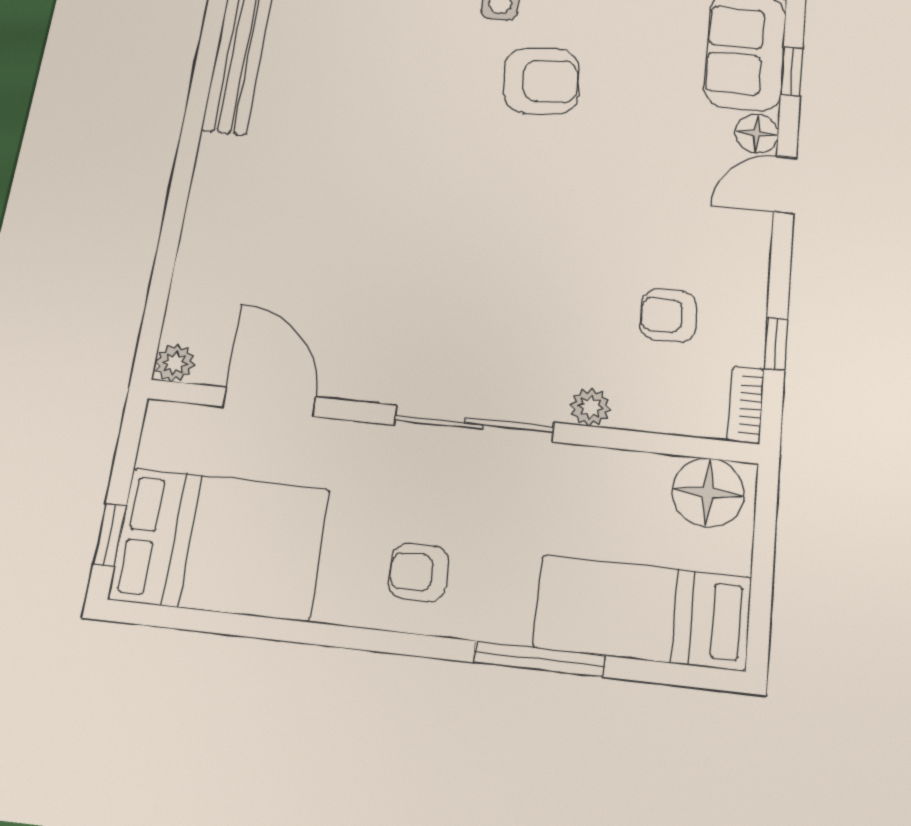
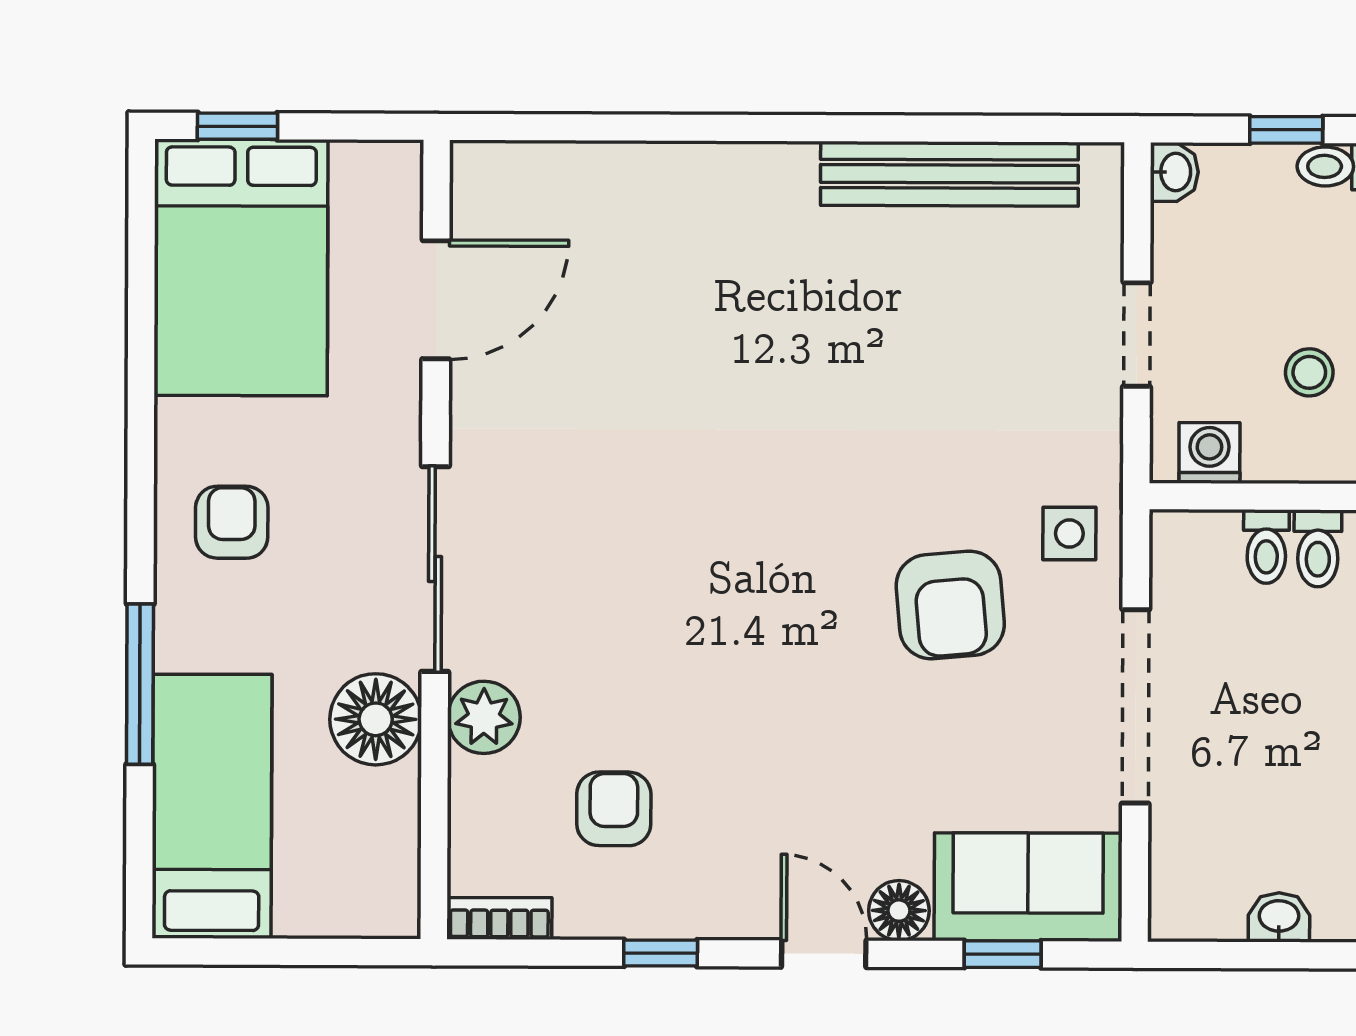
window: (776, 344) -> (661, 953), moved
plant: (175, 363) -> (476, 167), removed
plant: (590, 407) -> (484, 717), width x1.38, depth x1.38
floor lamp: (708, 493) -> (376, 719), moved

